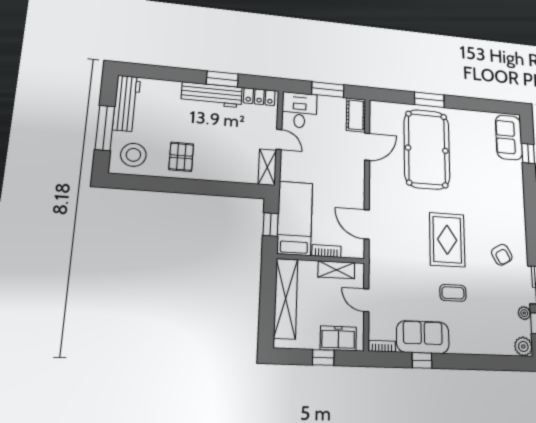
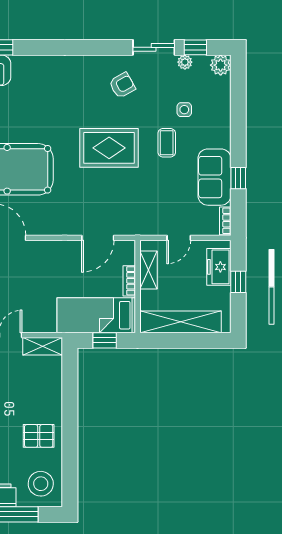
side table: (483, 311) -> (184, 110), added

